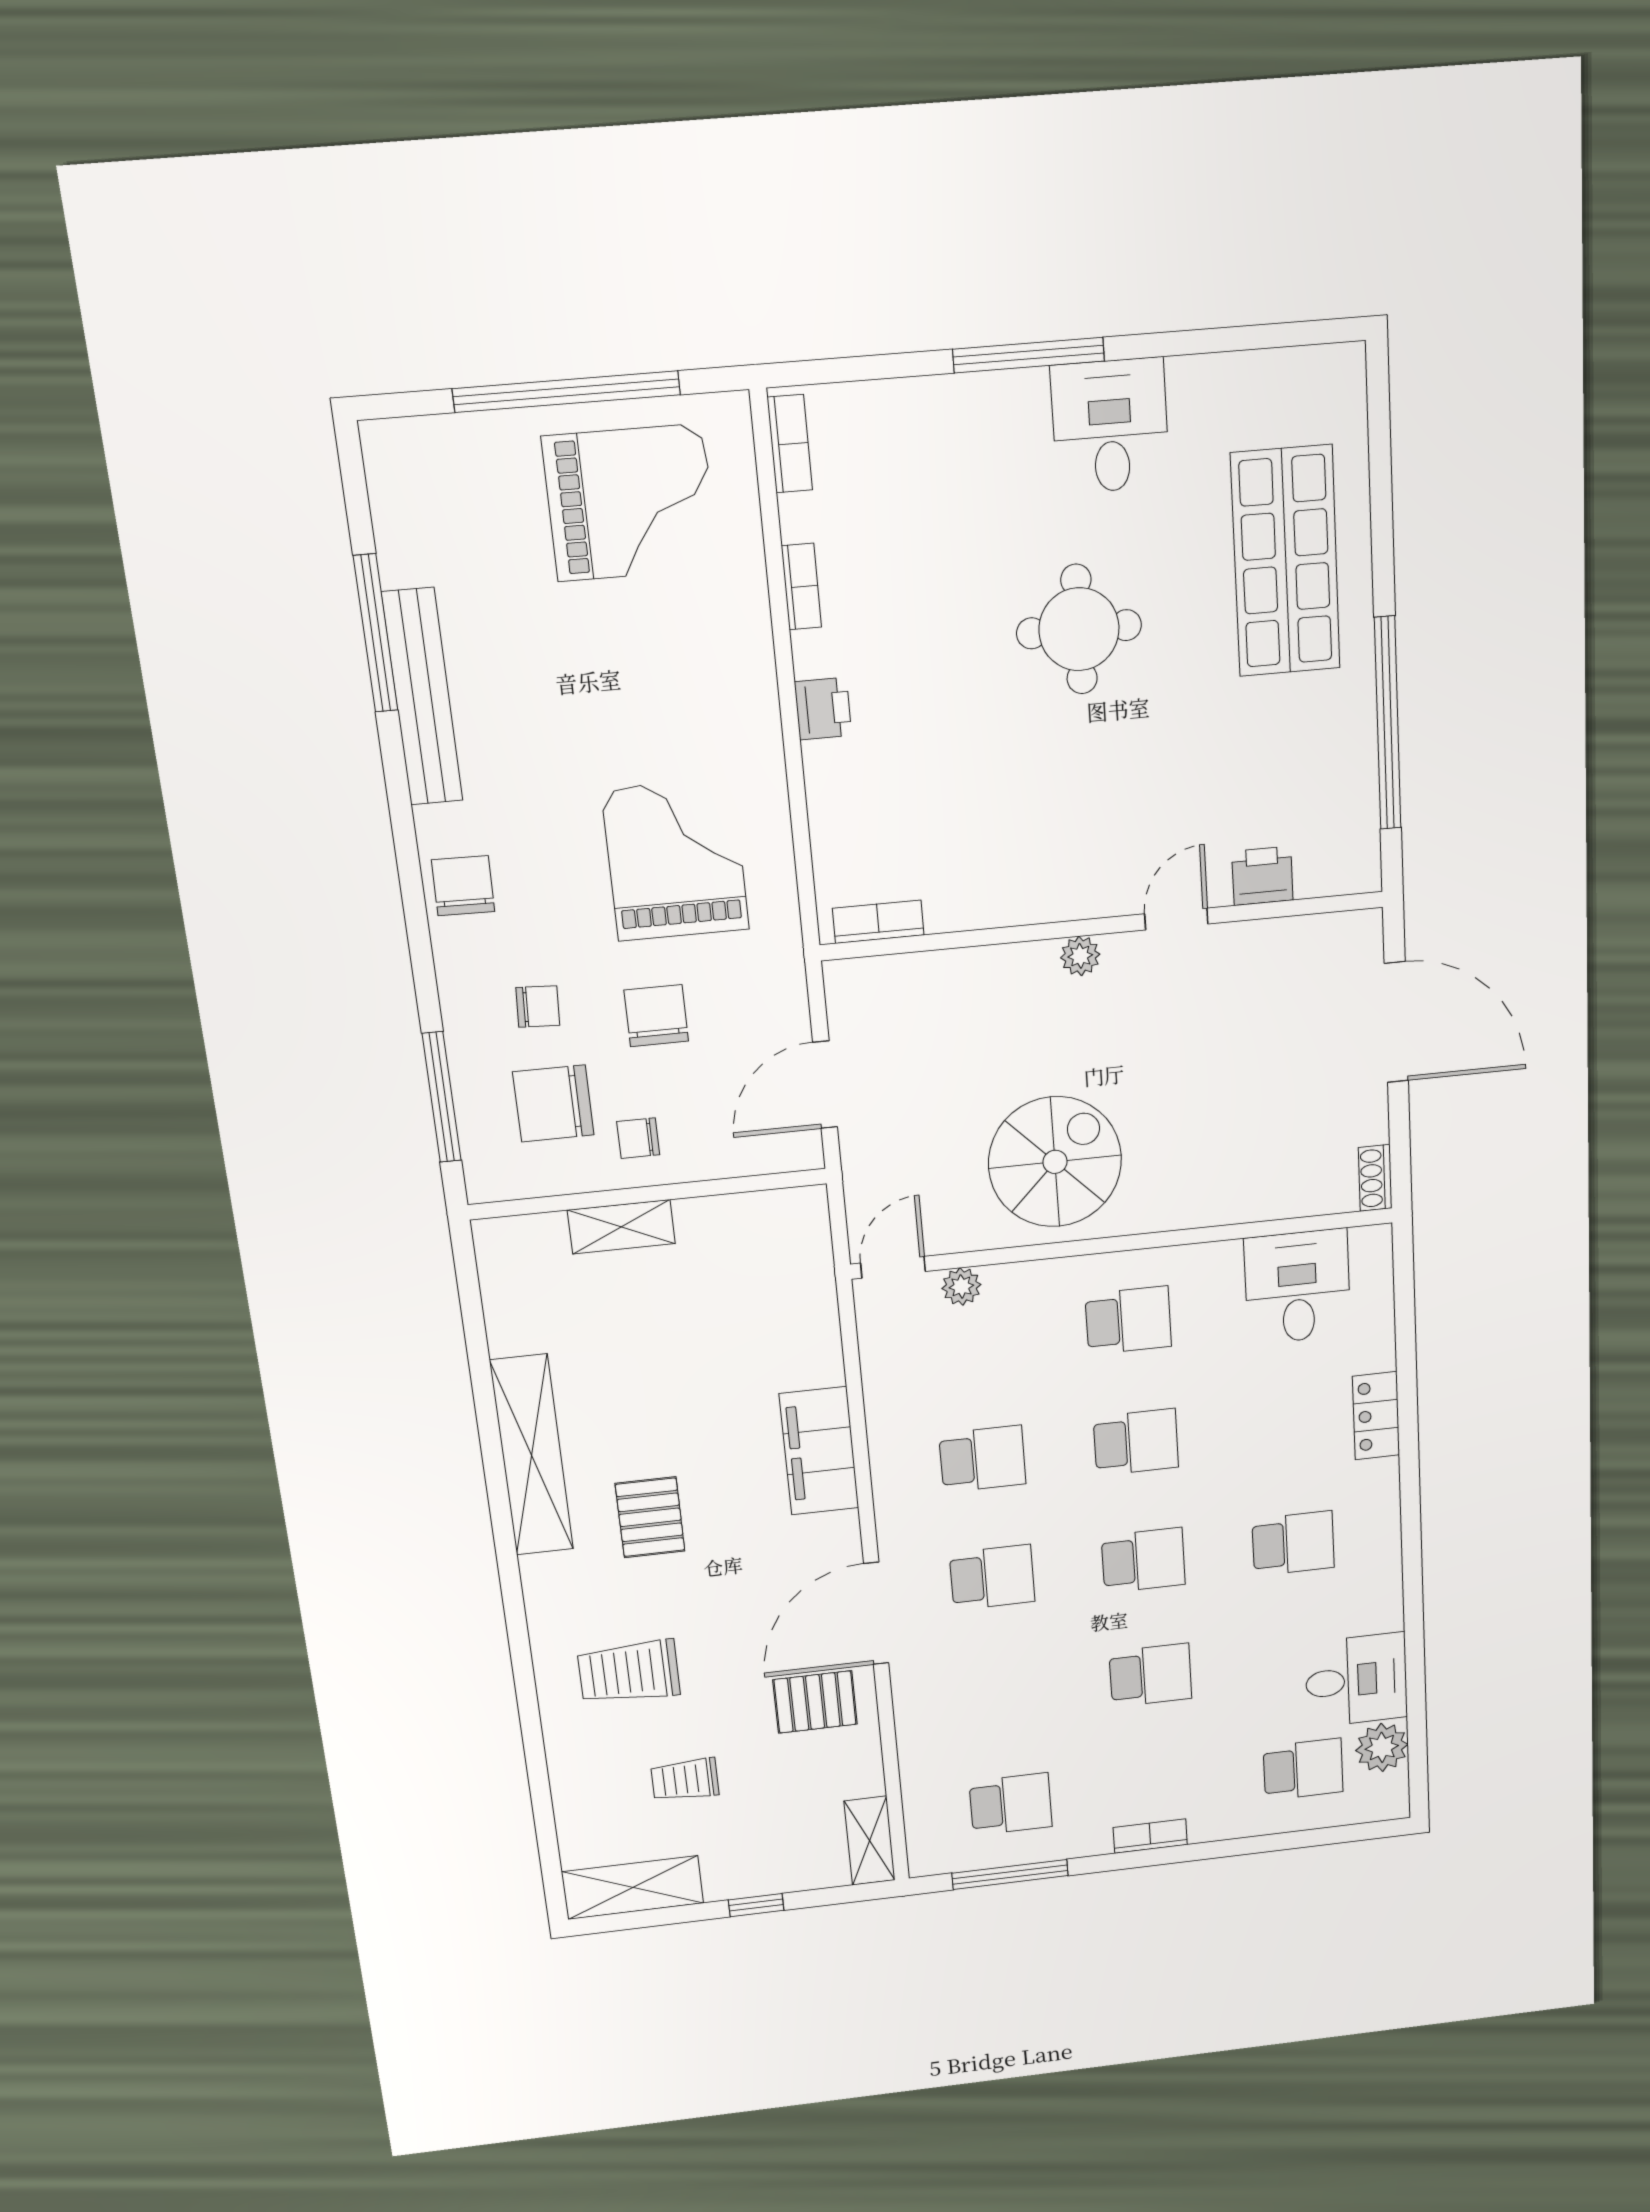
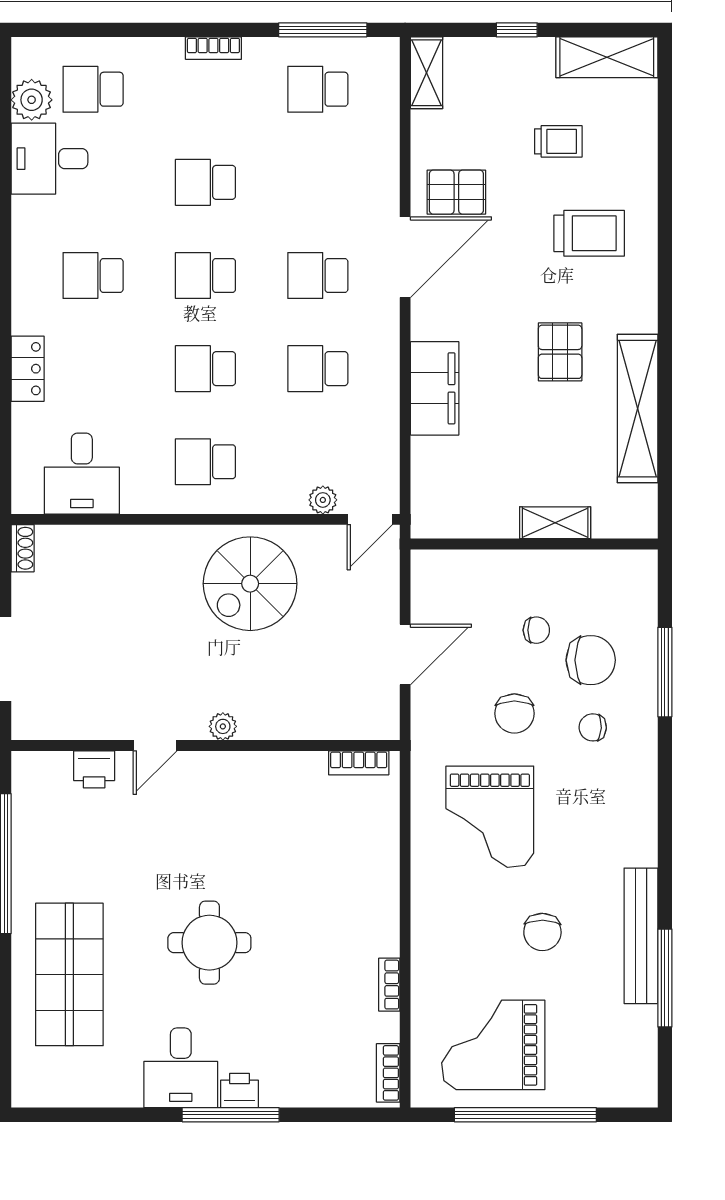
printer: (823, 709) -> (239, 1090), moved, turned 90
chair: (463, 886) -> (542, 932), moved
wall: (648, 1194) -> (534, 544), moved
shelving: (621, 1227) -> (555, 523), moved

